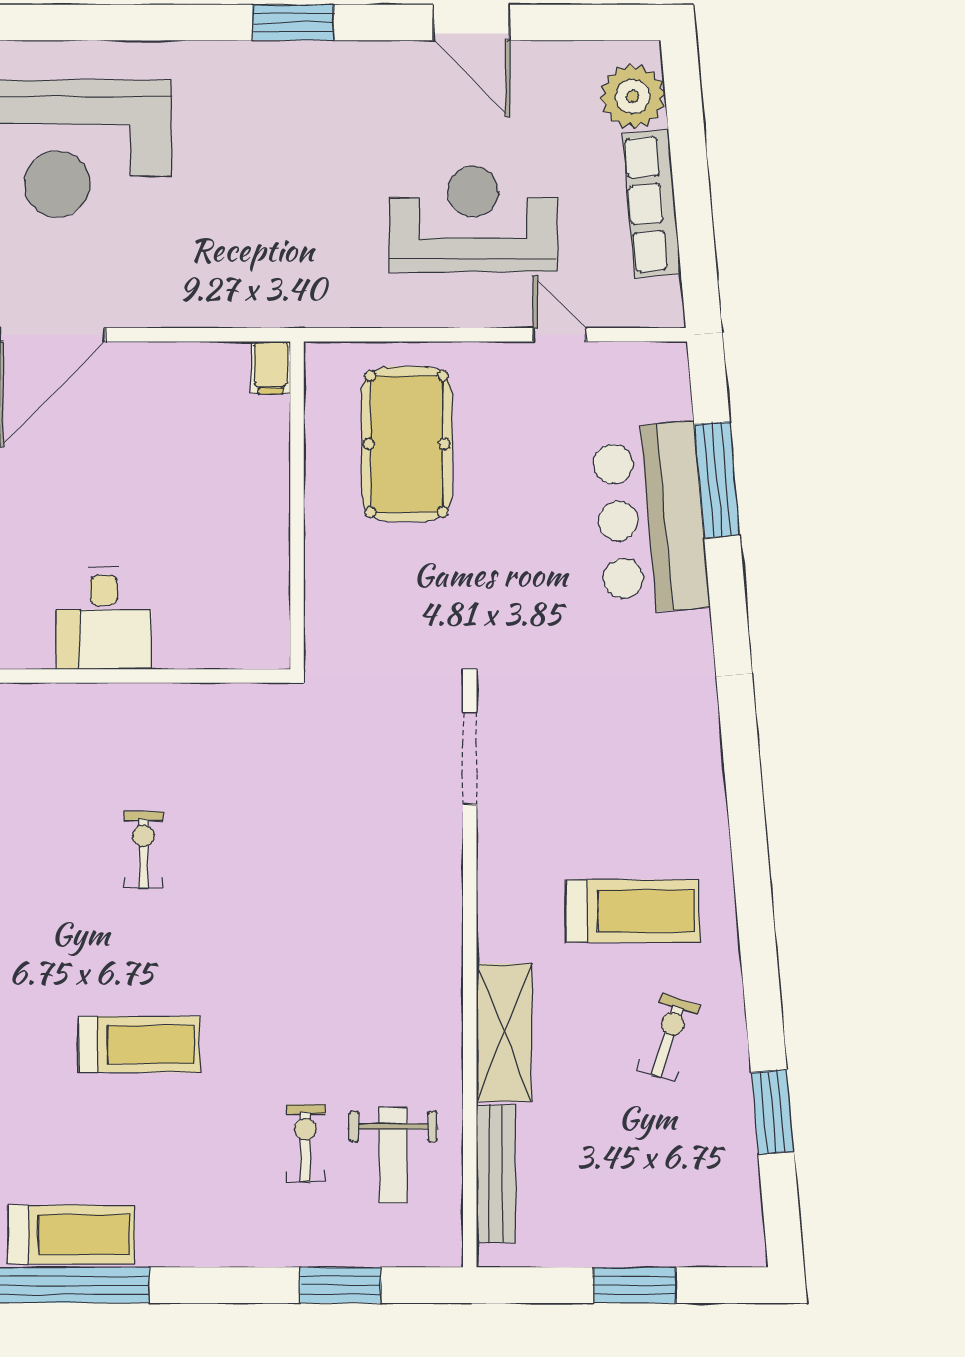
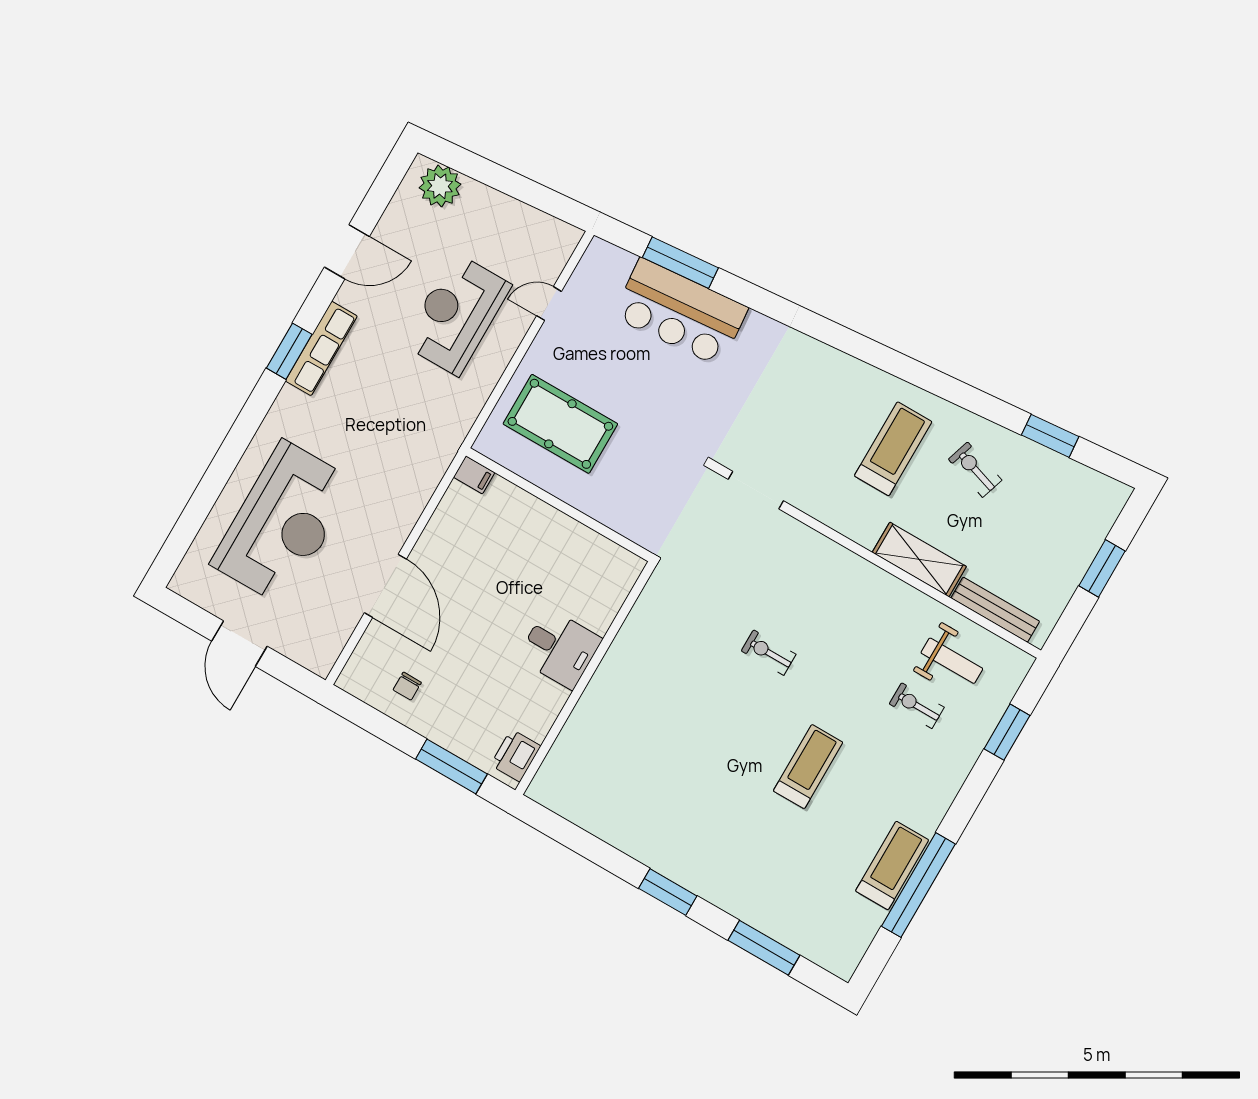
row of seats: (652, 204) -> (321, 348), moved, turned -85
exercise bike: (144, 850) -> (769, 653), moved

